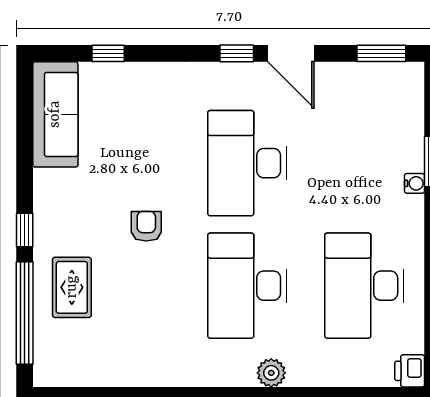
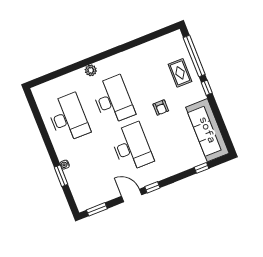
sofa: (55, 114) -> (207, 130), width x1.36, depth x1.27
printer: (410, 371) -> (38, 92), removed

